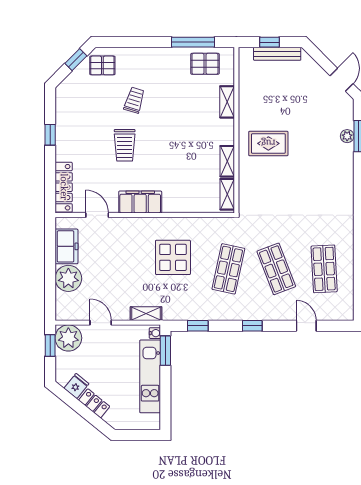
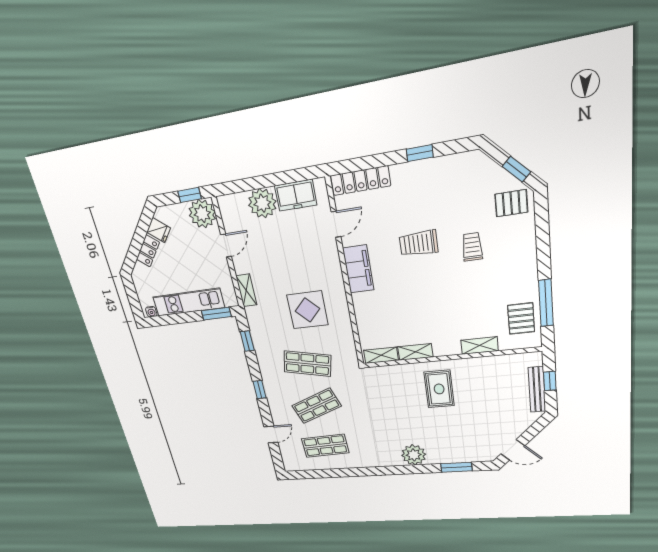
pallet: (102, 65) -> (511, 203), turned 90
trolley: (134, 100) -> (472, 247), turned -107
plant: (347, 136) -> (414, 455), moved, width x1.87, depth x1.87
water cooler: (155, 333) -> (151, 312), moved

